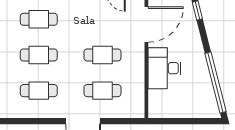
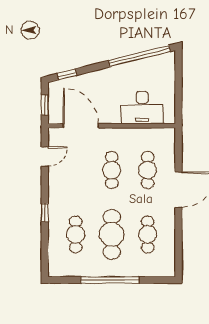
cafe table: (39, 55) -> (112, 234), width x1.37, depth x1.35
desk: (164, 68) -> (142, 108), moved

